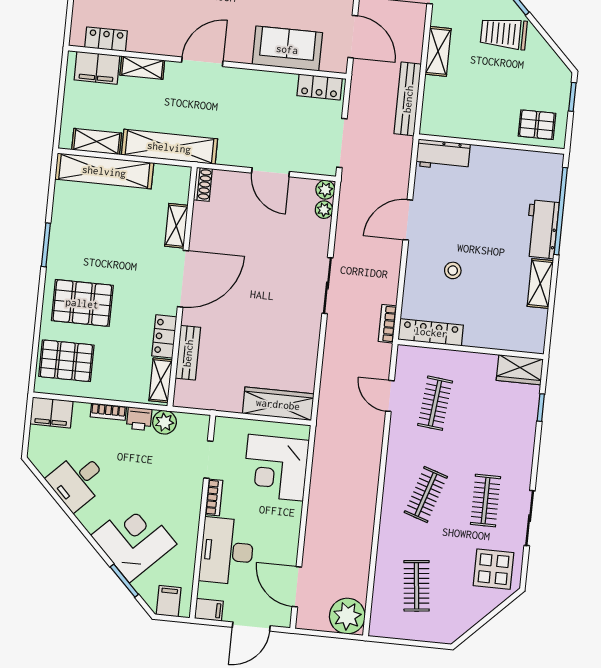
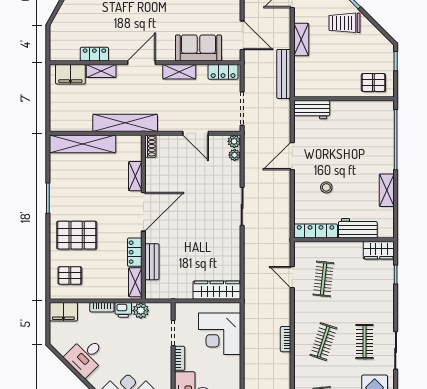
locker: (106, 39) -> (94, 54), moved
shelving: (97, 141) -> (179, 72), moved
workbench: (542, 229) -> (358, 228), moved, turned 90
bookcase: (387, 324) -> (286, 339), moved
pallet: (66, 361) -> (70, 275), width x0.67, depth x0.71

